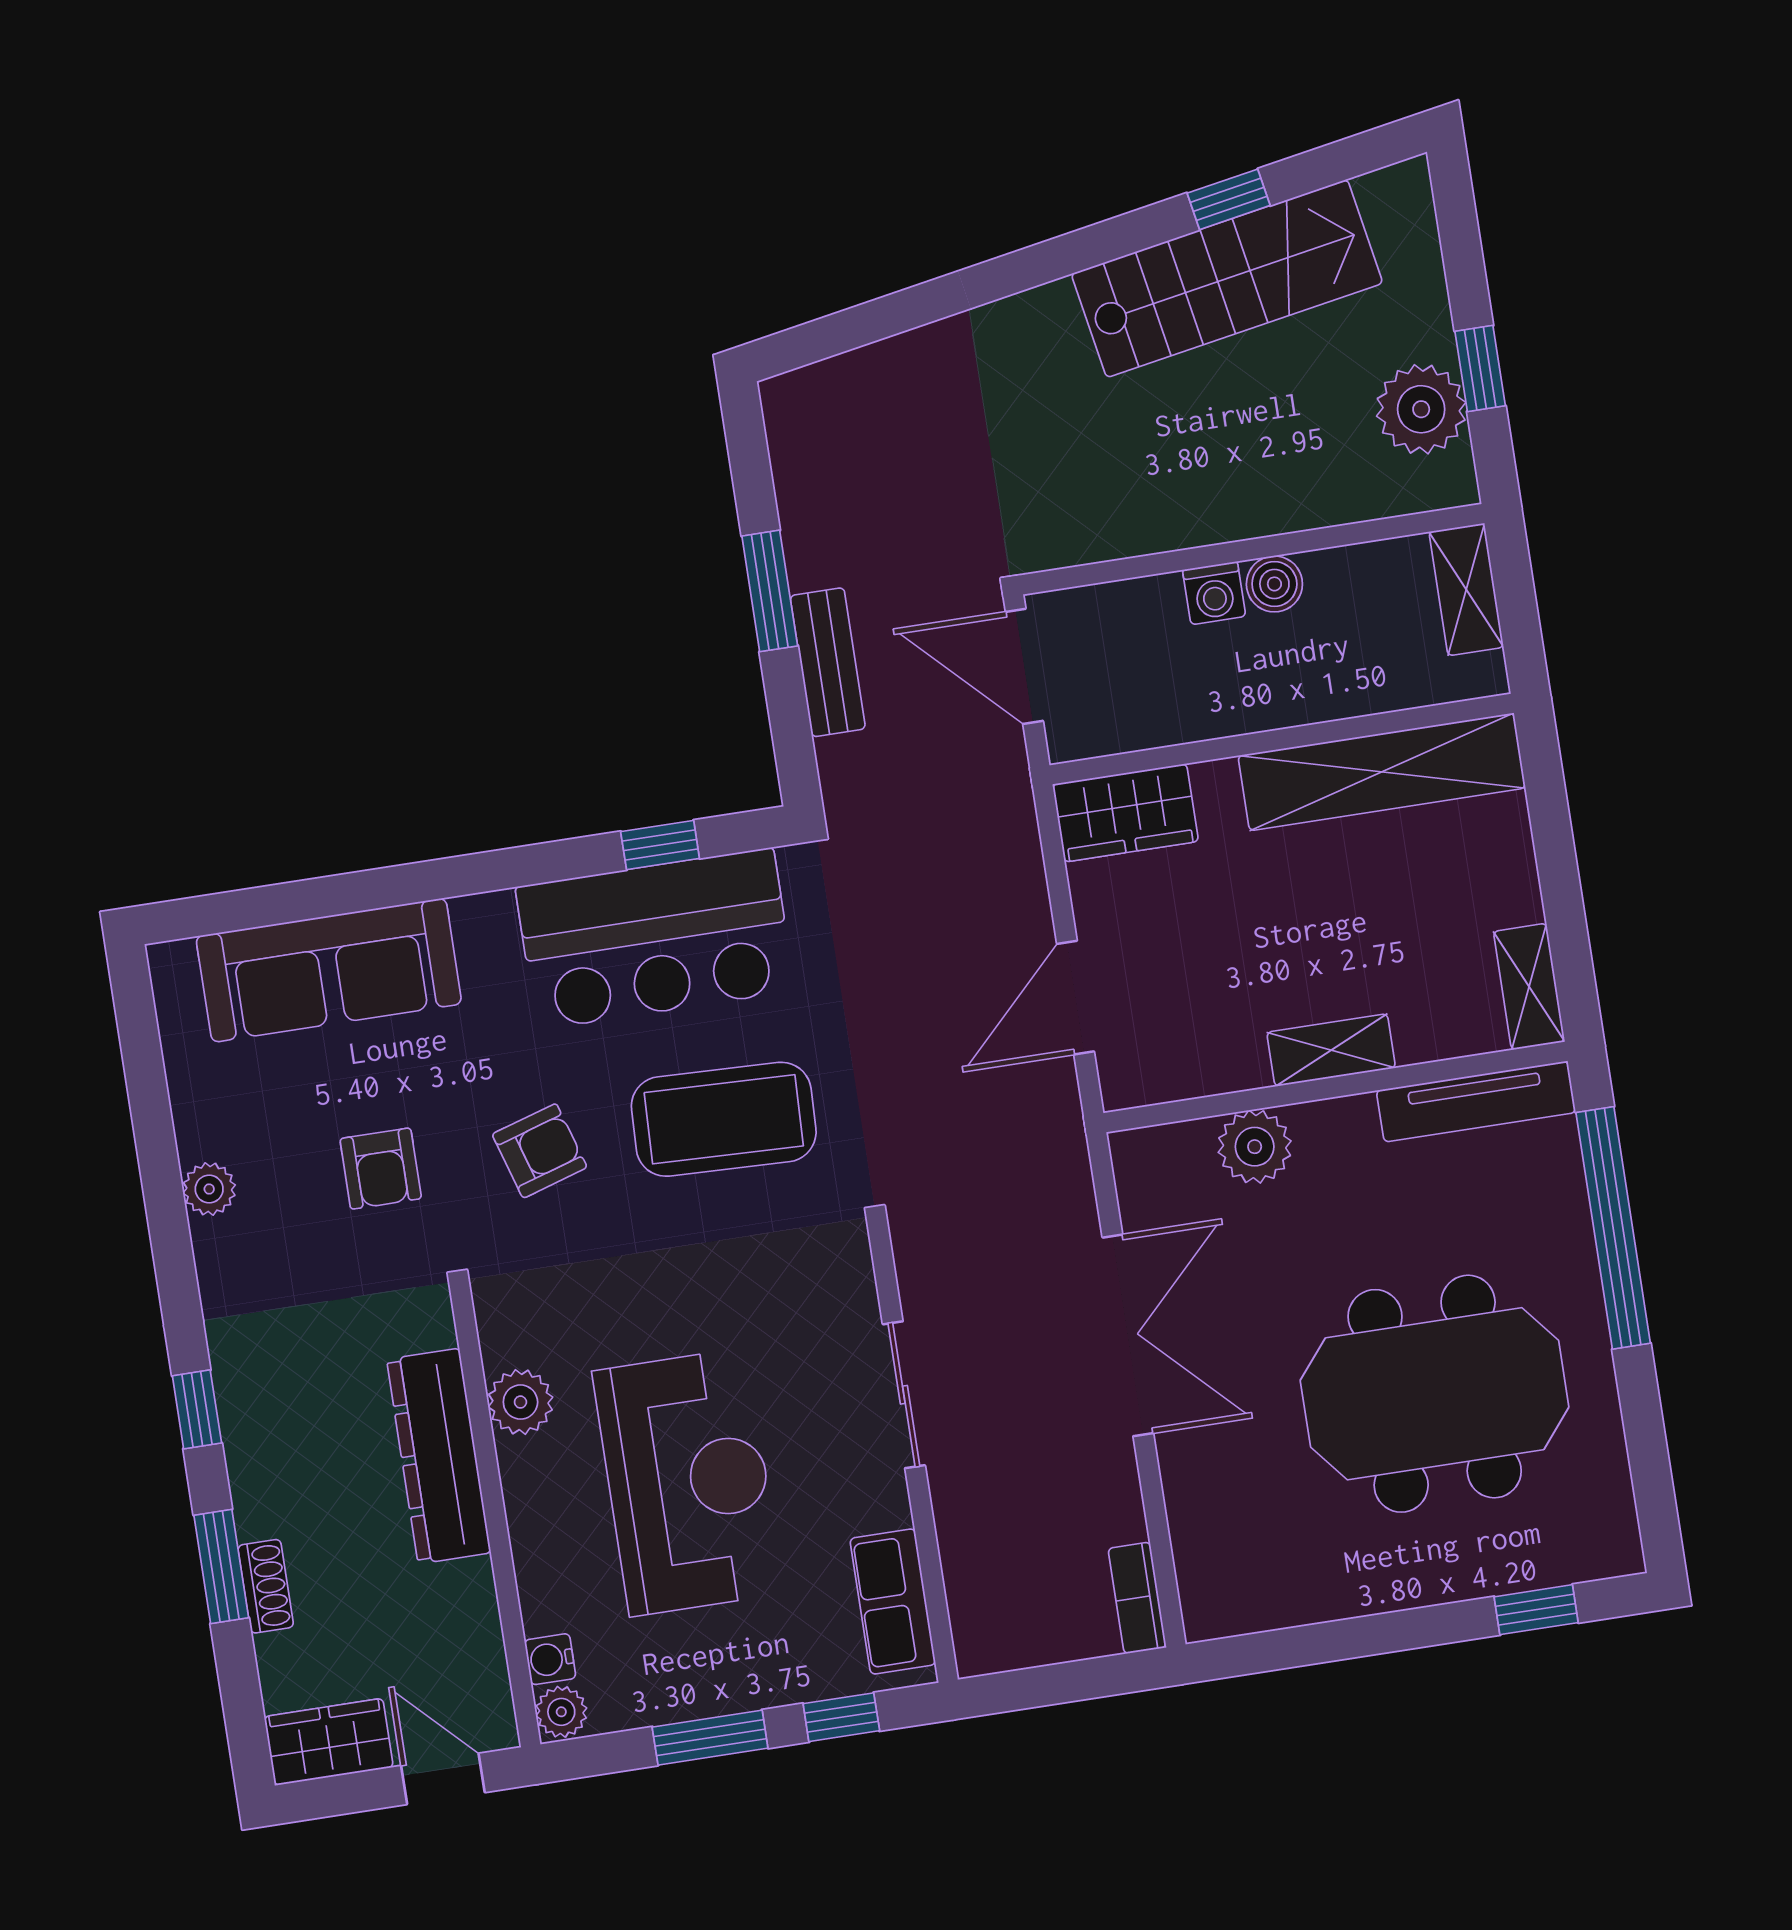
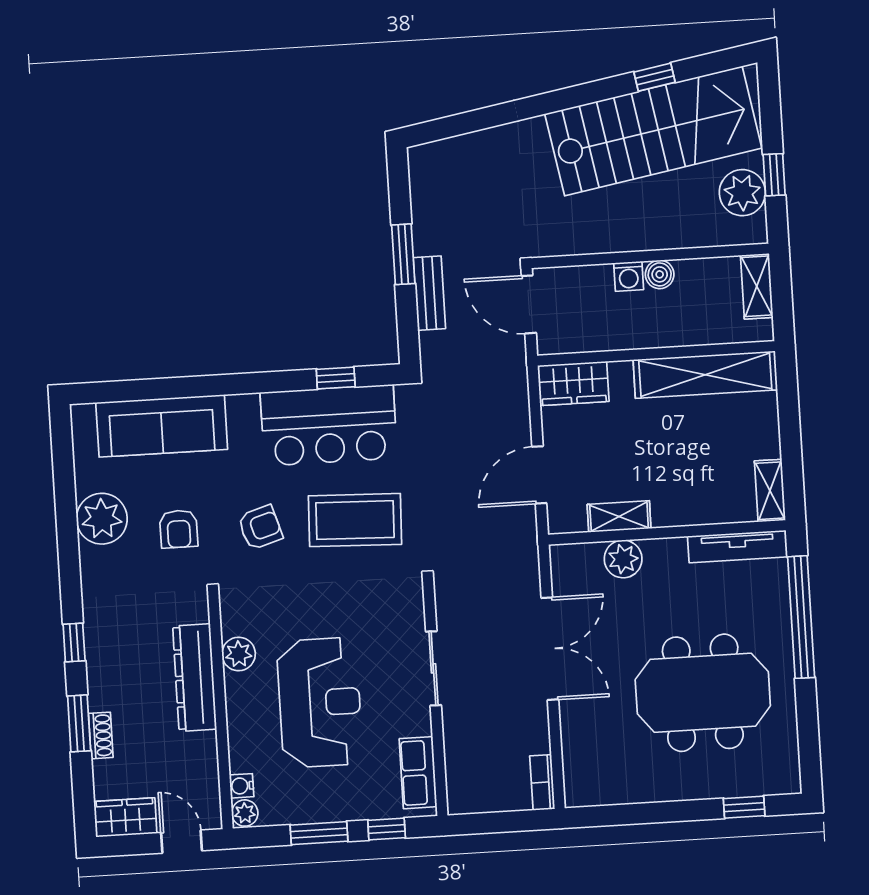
stairs: (1227, 278) -> (653, 131), width x1.36, depth x1.51
shelving: (1331, 1050) -> (619, 516), moved
plant: (209, 1189) -> (102, 519), width x1.88, depth x1.88

